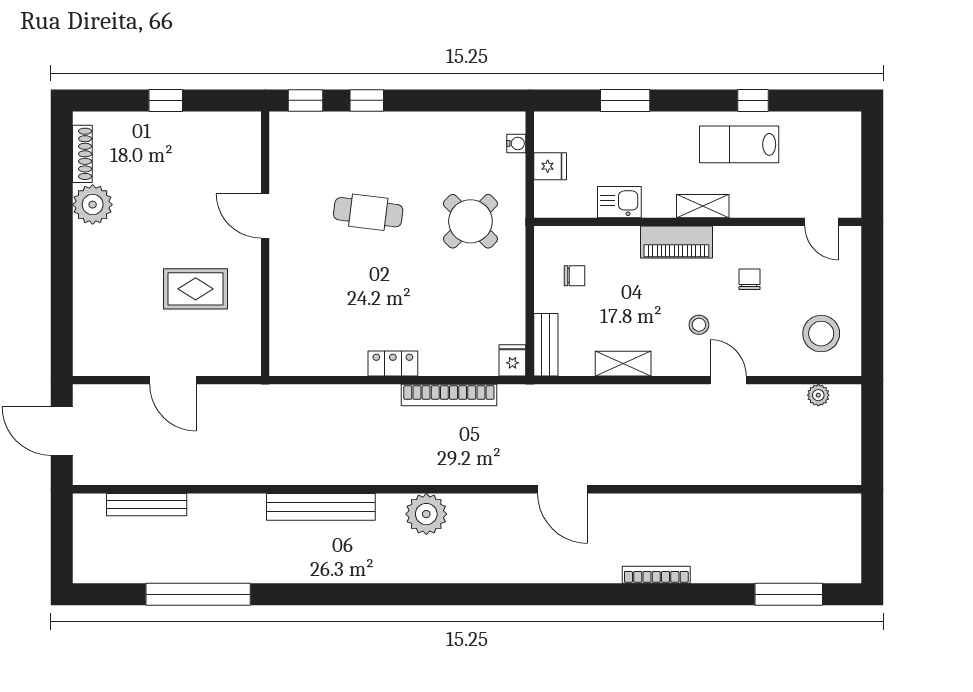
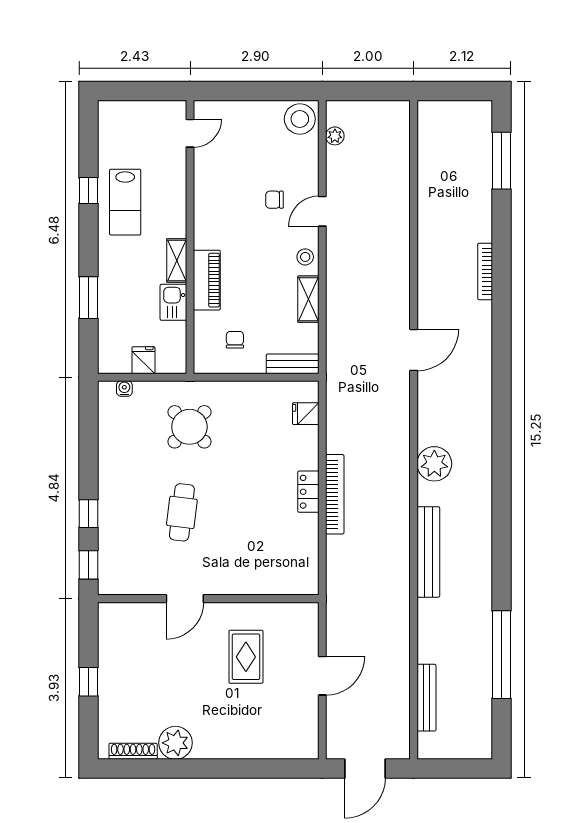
shelving: (703, 206) -> (177, 260), moved
piano: (676, 242) -> (207, 280), moved
chair: (749, 279) -> (274, 200), moved
stool: (699, 325) -> (305, 257), moved
stool: (821, 334) -> (300, 119), moved
fridge: (512, 360) -> (306, 414), moved
bookcase: (449, 395) -> (335, 494), moved

